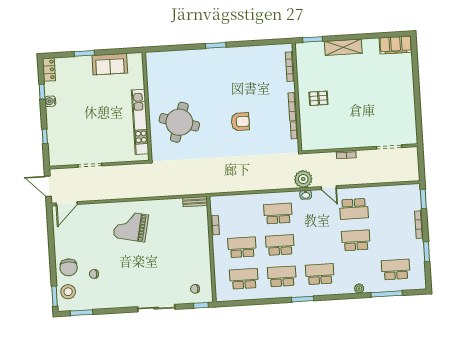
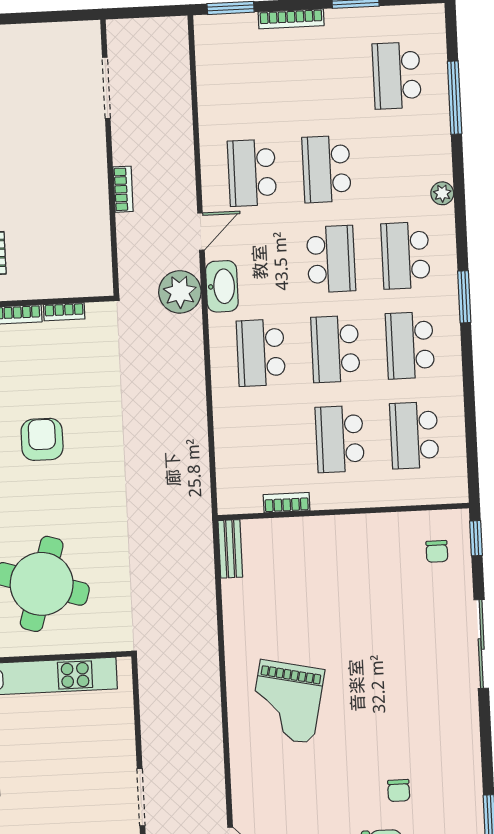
washbasin: (306, 195) -> (222, 286), width x1.91, depth x1.45
school desk: (354, 209) -> (252, 173), turned 180
school desk: (318, 243) -> (331, 259), added
plant: (359, 288) -> (442, 193), moved

